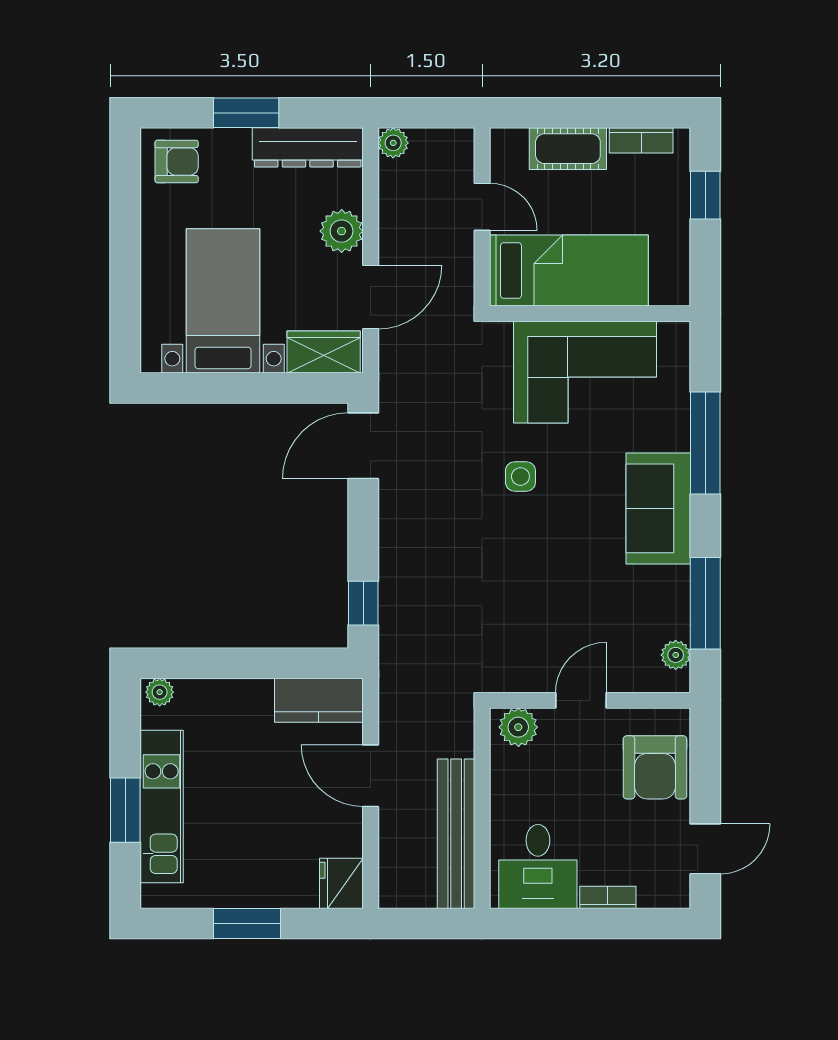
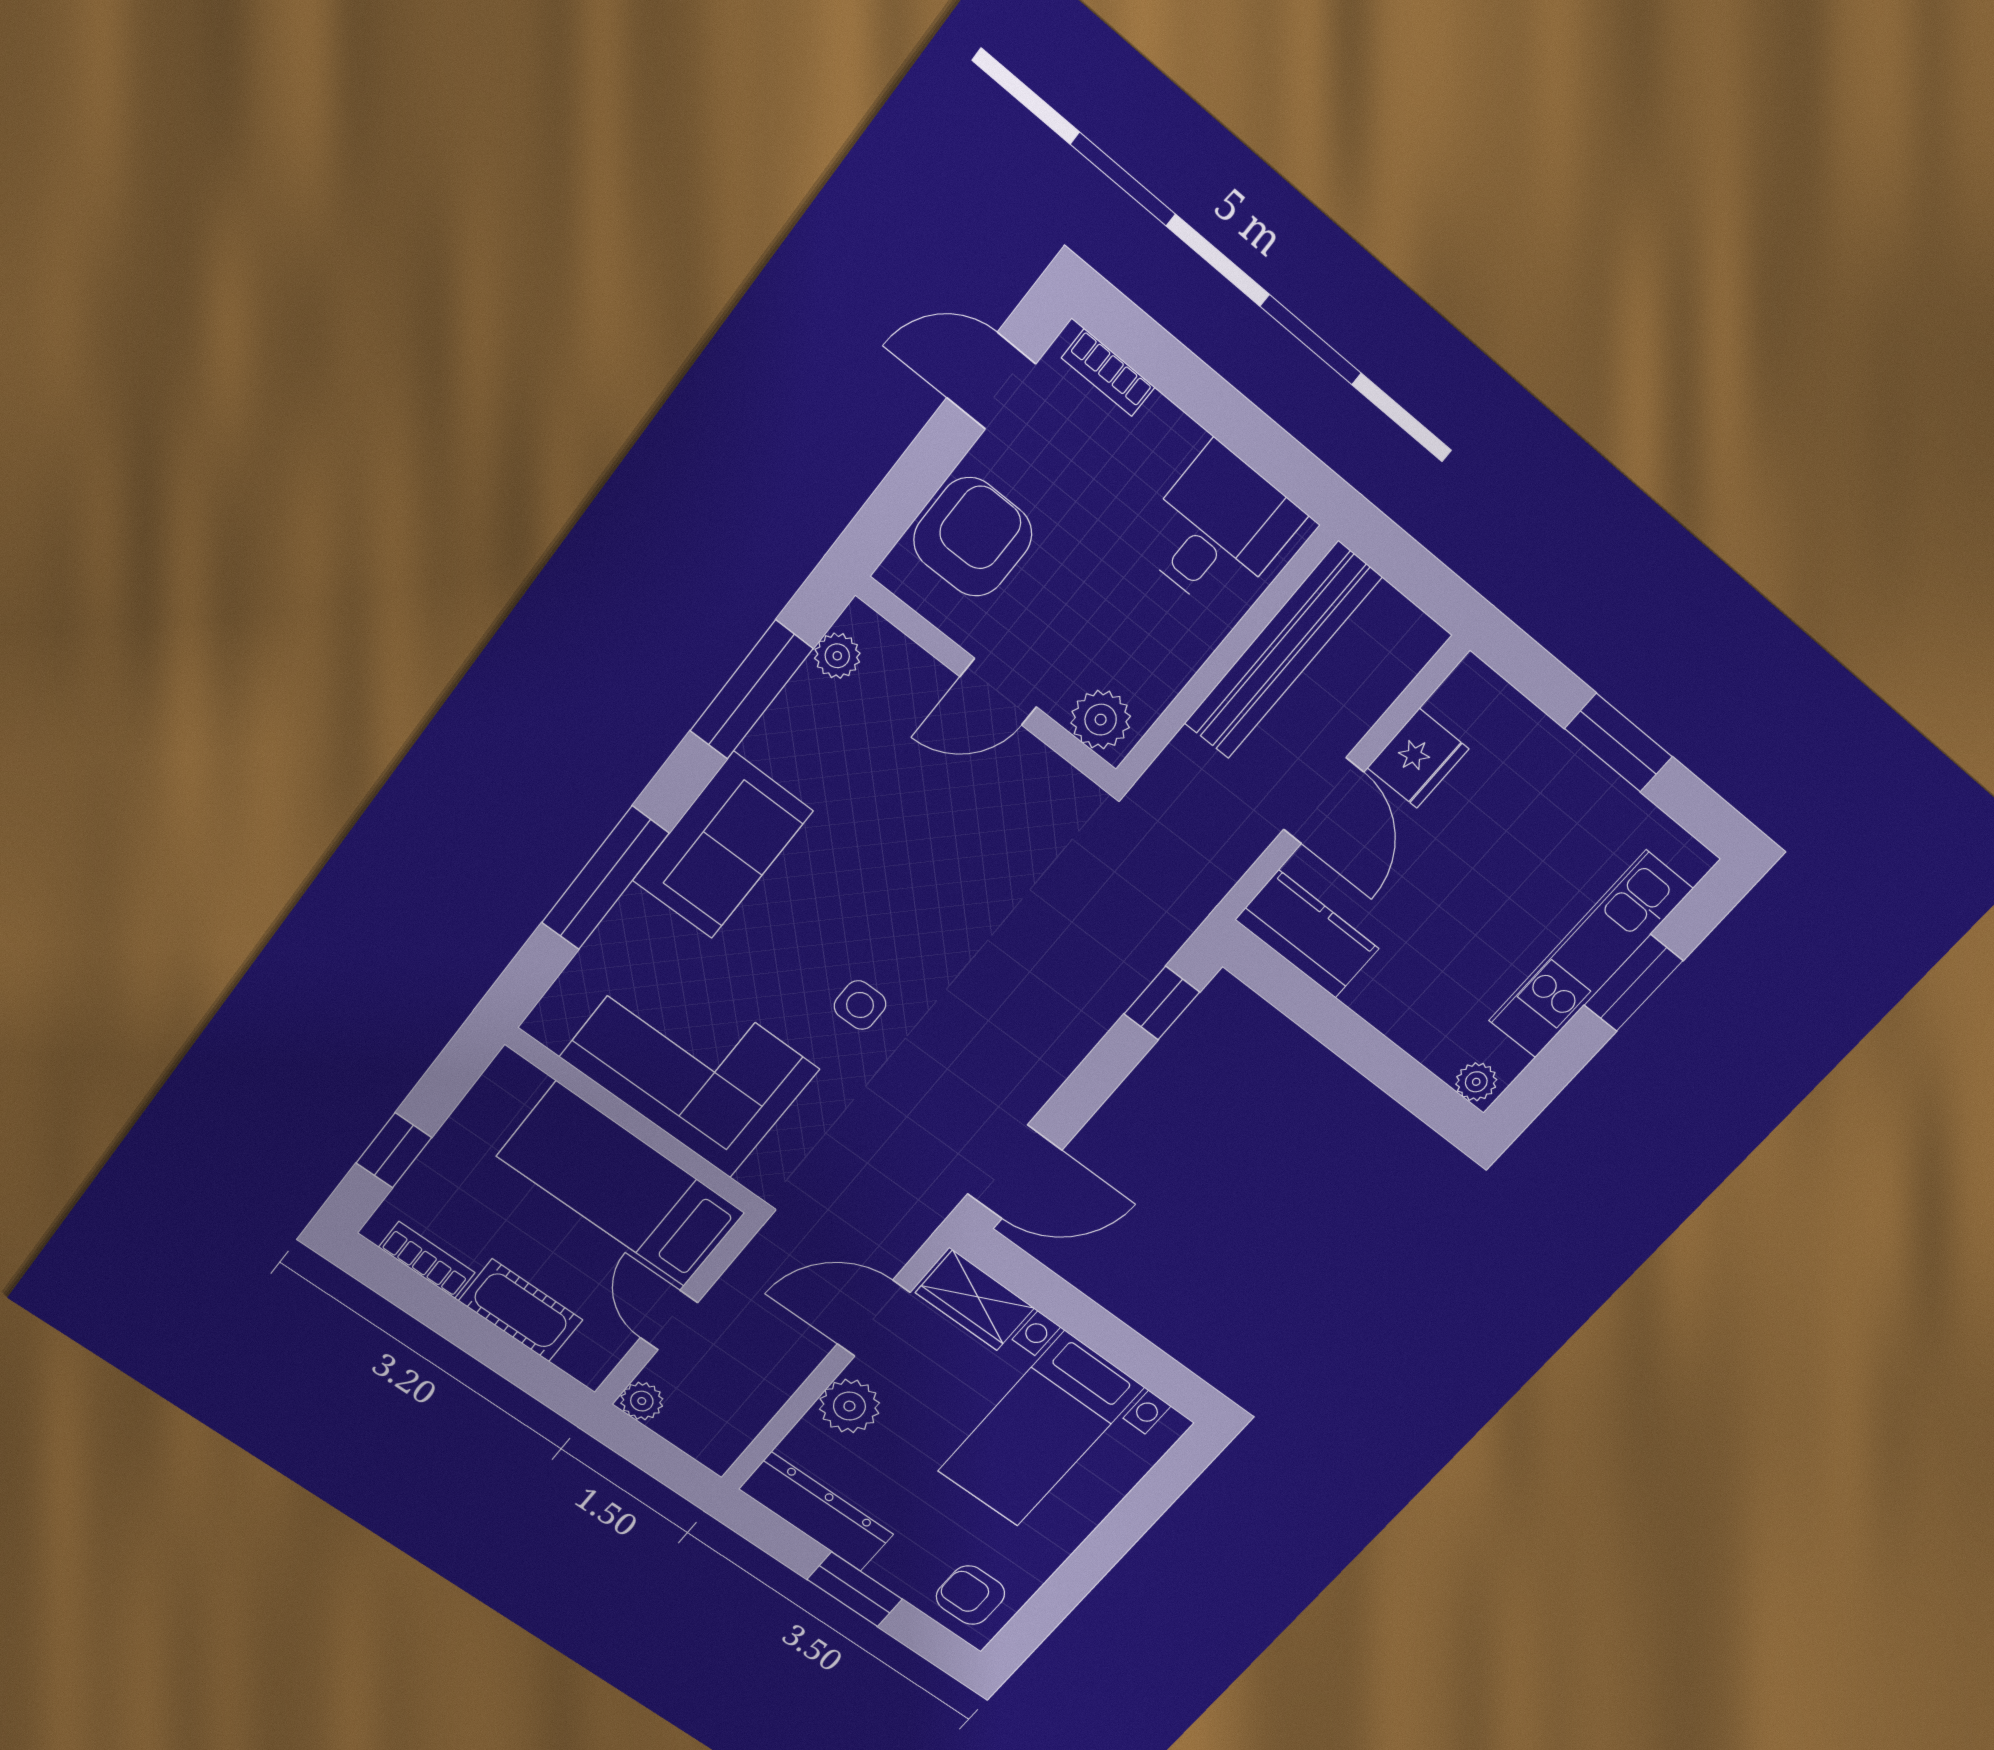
plant: (393, 143) -> (642, 1401), moved
fridge: (341, 883) -> (1418, 758), moved
bookcase: (608, 897) -> (1108, 373), moved

